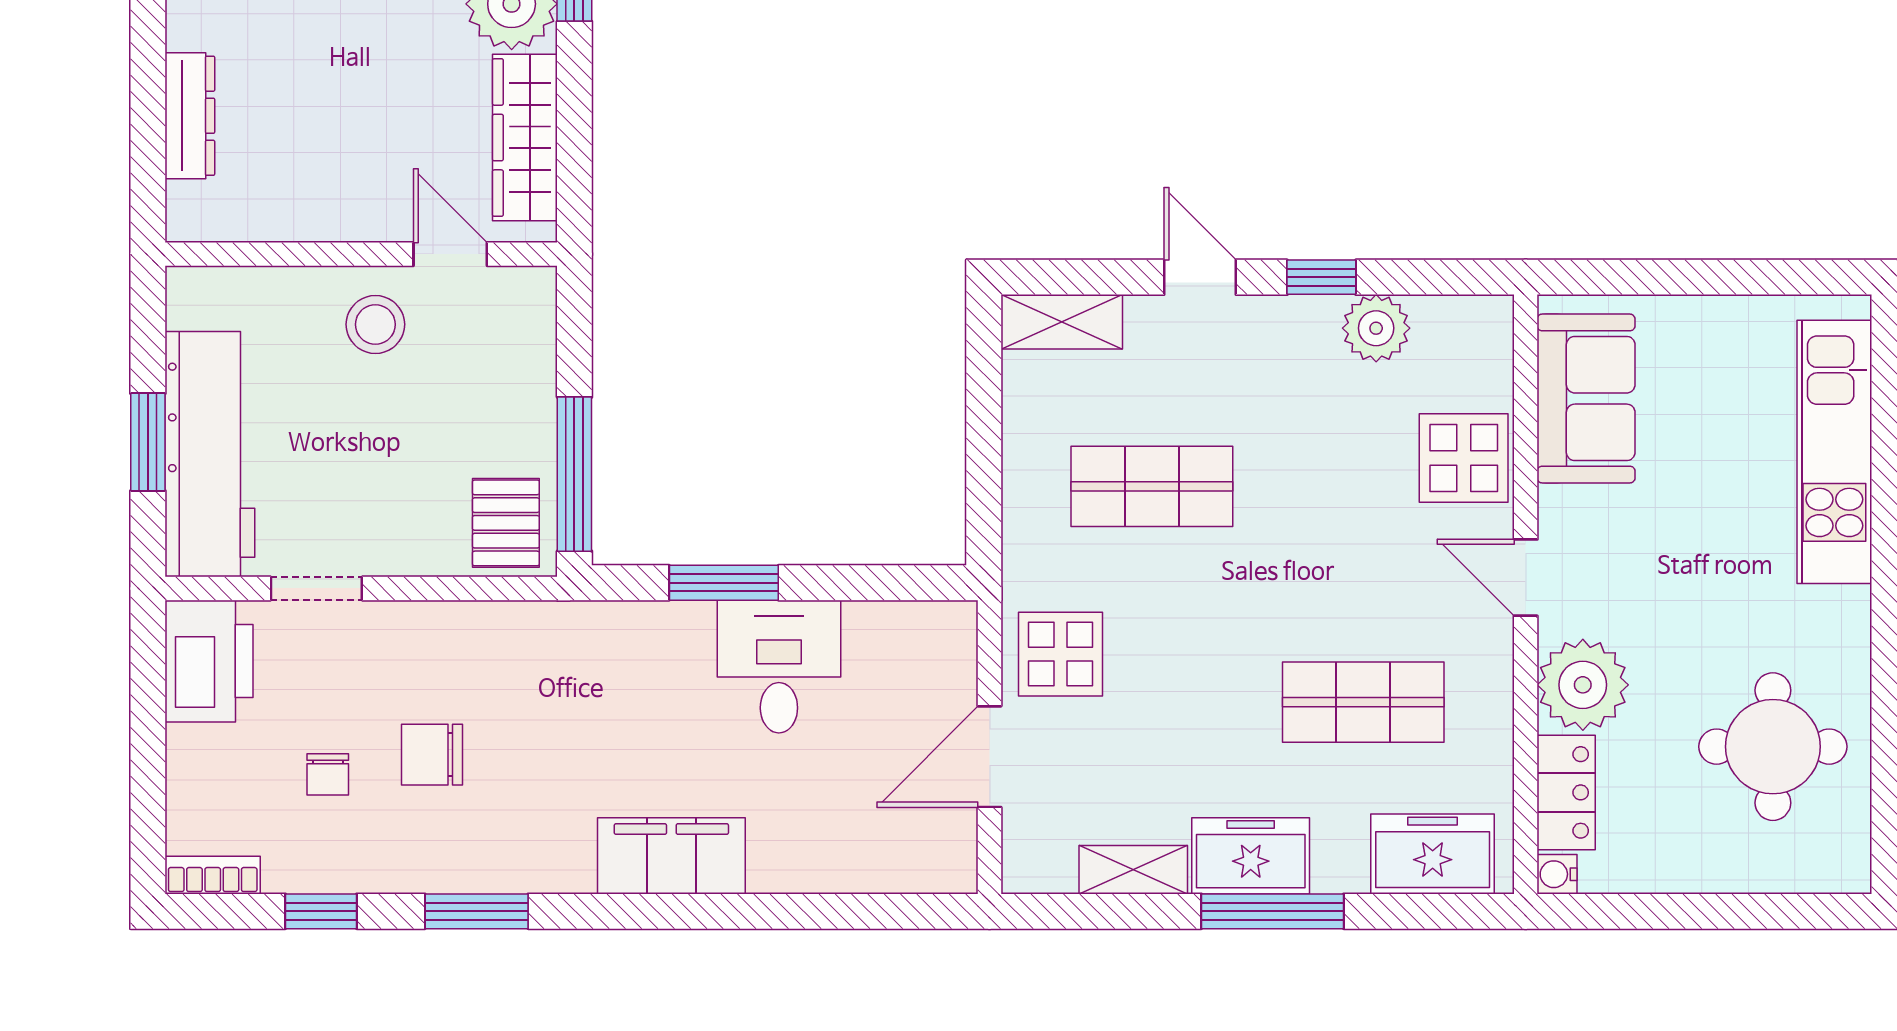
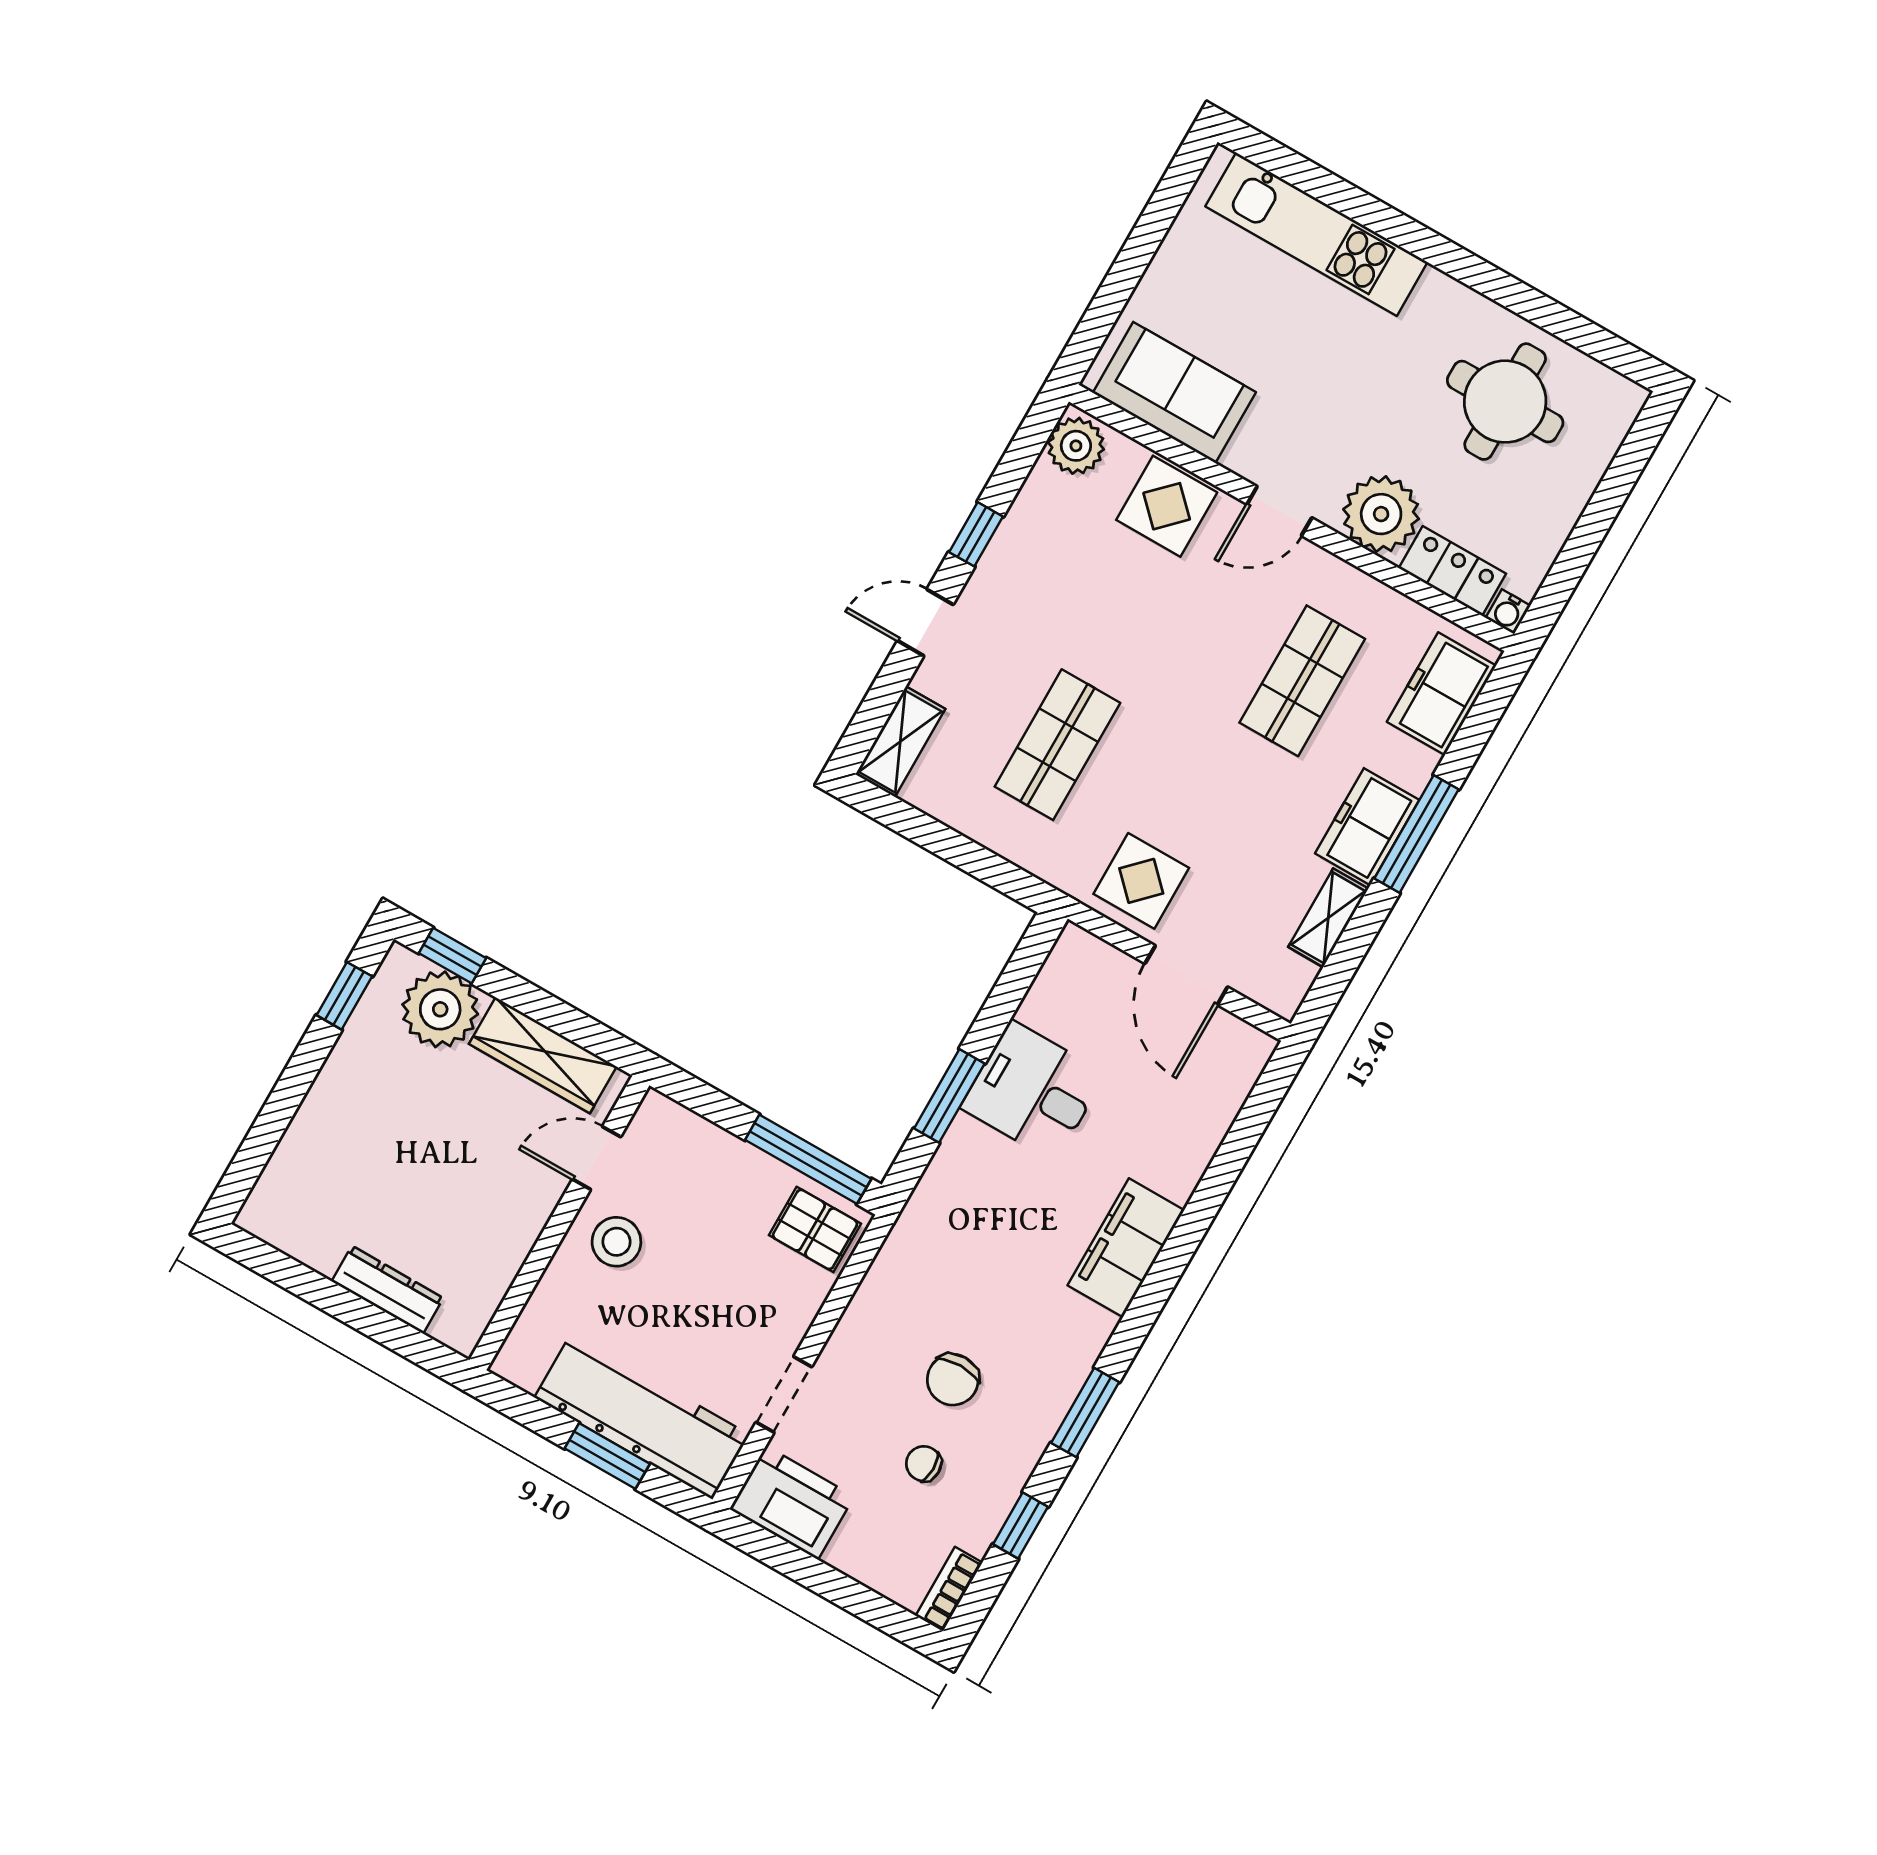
plant: (1376, 328) -> (1076, 446), moved
chair: (328, 774) -> (924, 1464), turned 180

